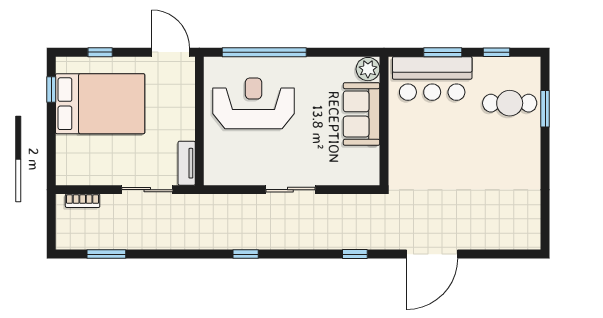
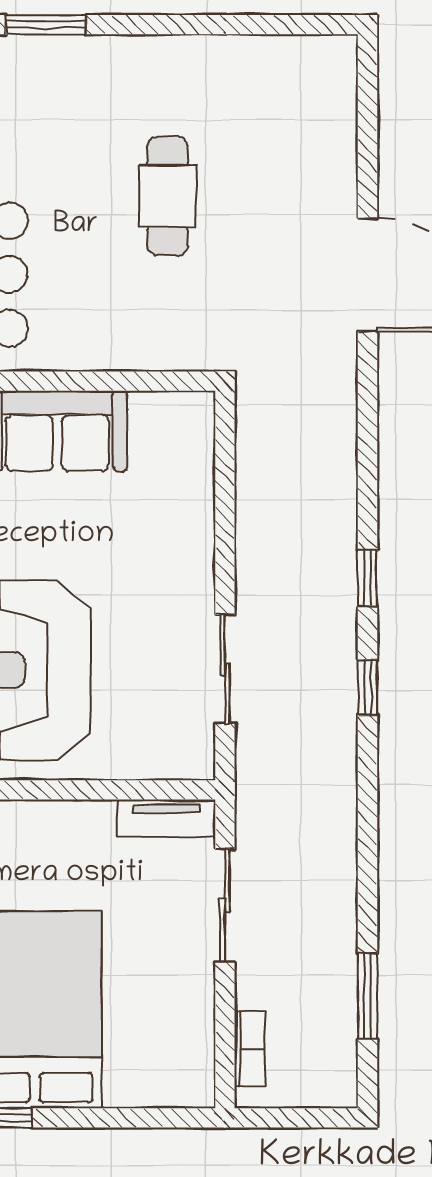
cafe table: (510, 103) -> (167, 196), moved
sliding door: (290, 190) -> (225, 669), moved
window: (355, 254) -> (367, 578), moved

